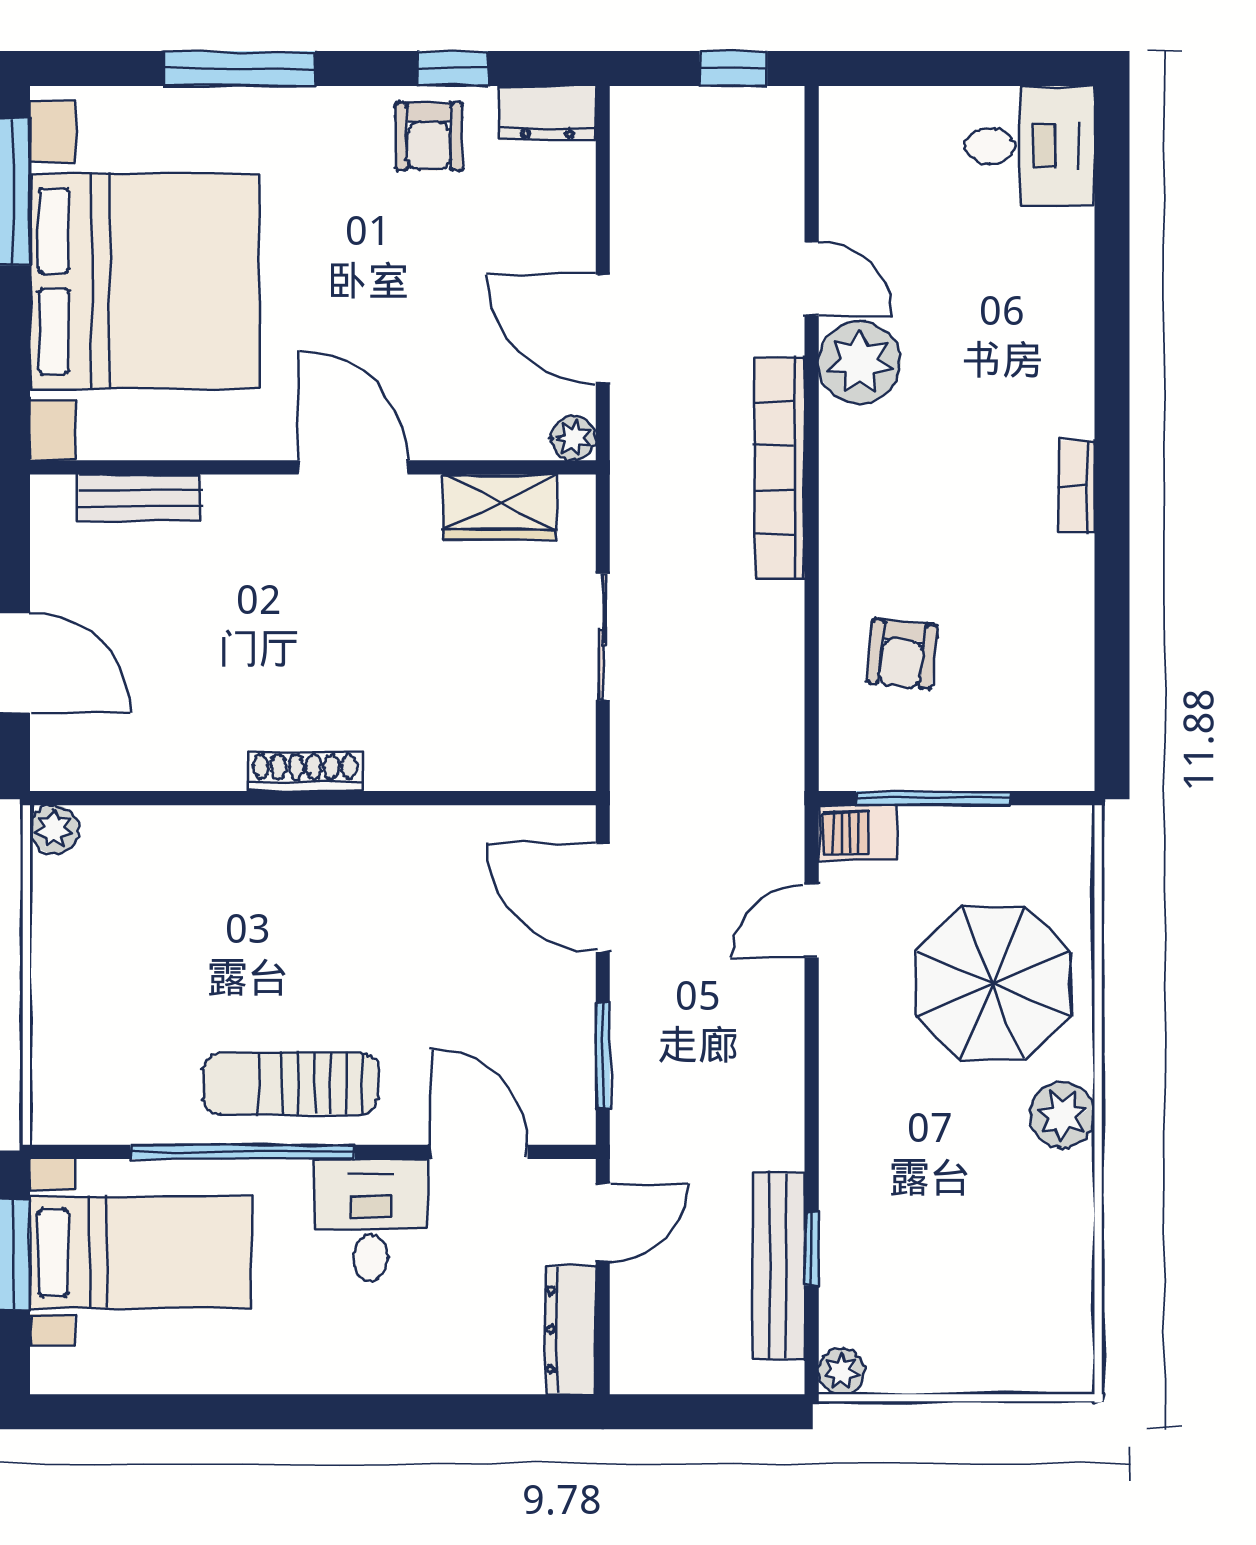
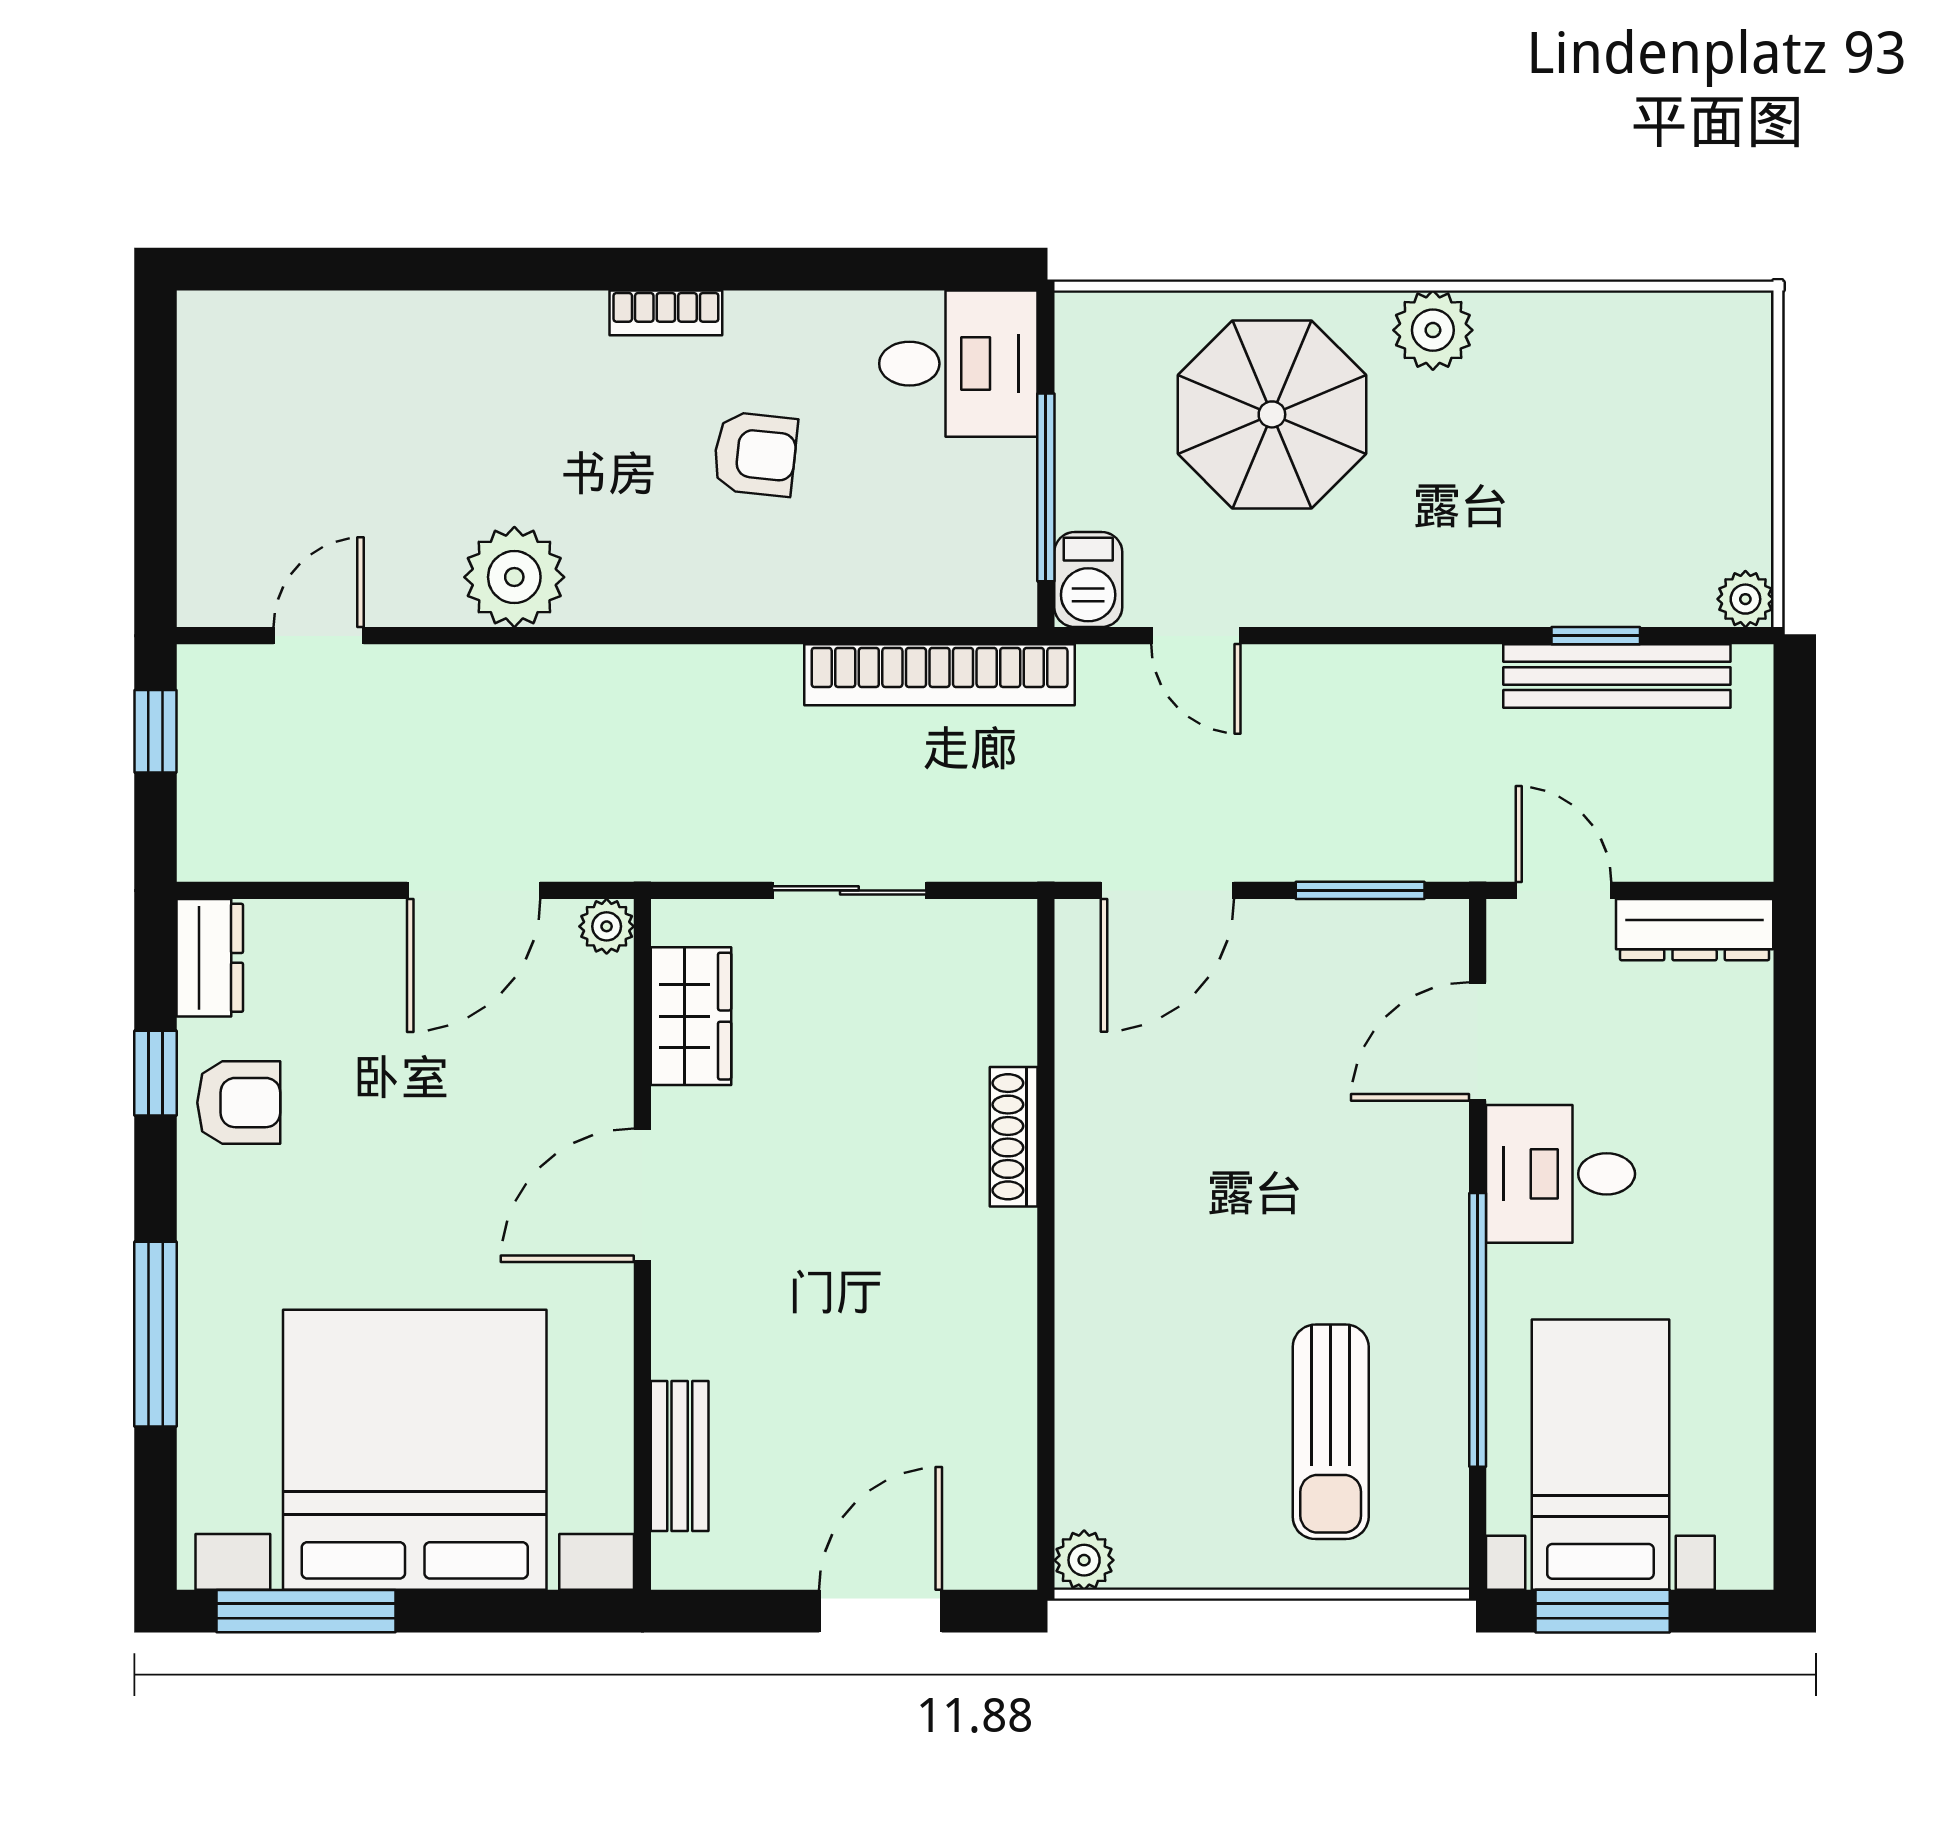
desk: (1030, 146) -> (958, 364), moved, turned 90
door: (812, 279) -> (319, 636), moved
bookcase: (780, 468) -> (940, 675), moved
armchair: (902, 654) -> (755, 454), moved
shoe rack: (305, 772) -> (1014, 1137), moved
sun lounger: (291, 1084) -> (1331, 1432), moved

